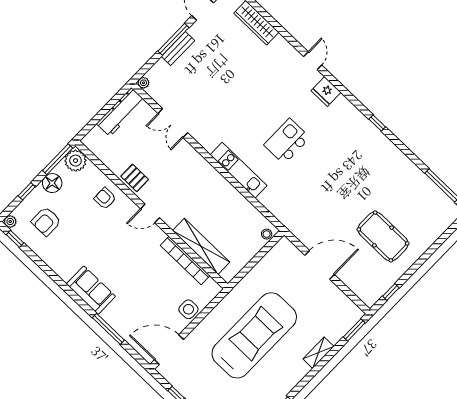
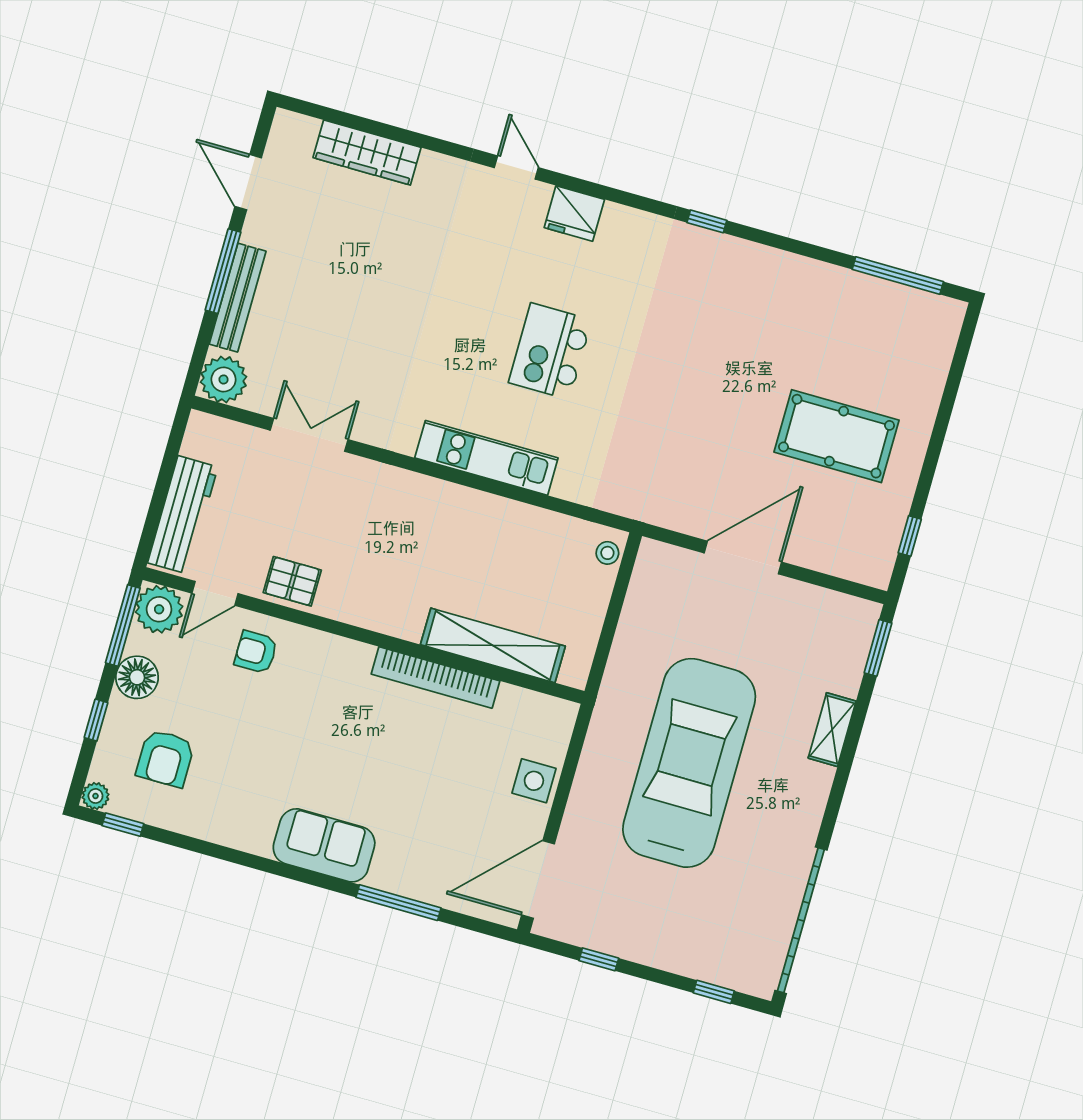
bench: (178, 48) -> (238, 298), width x1.36
plant: (143, 83) -> (224, 379), width x1.87, depth x1.87
workbench: (121, 112) -> (183, 515), moved
double door: (173, 123) -> (309, 435), swing flipped
door: (150, 213) -> (215, 593), moved
bookcase: (185, 260) -> (435, 678), moved

